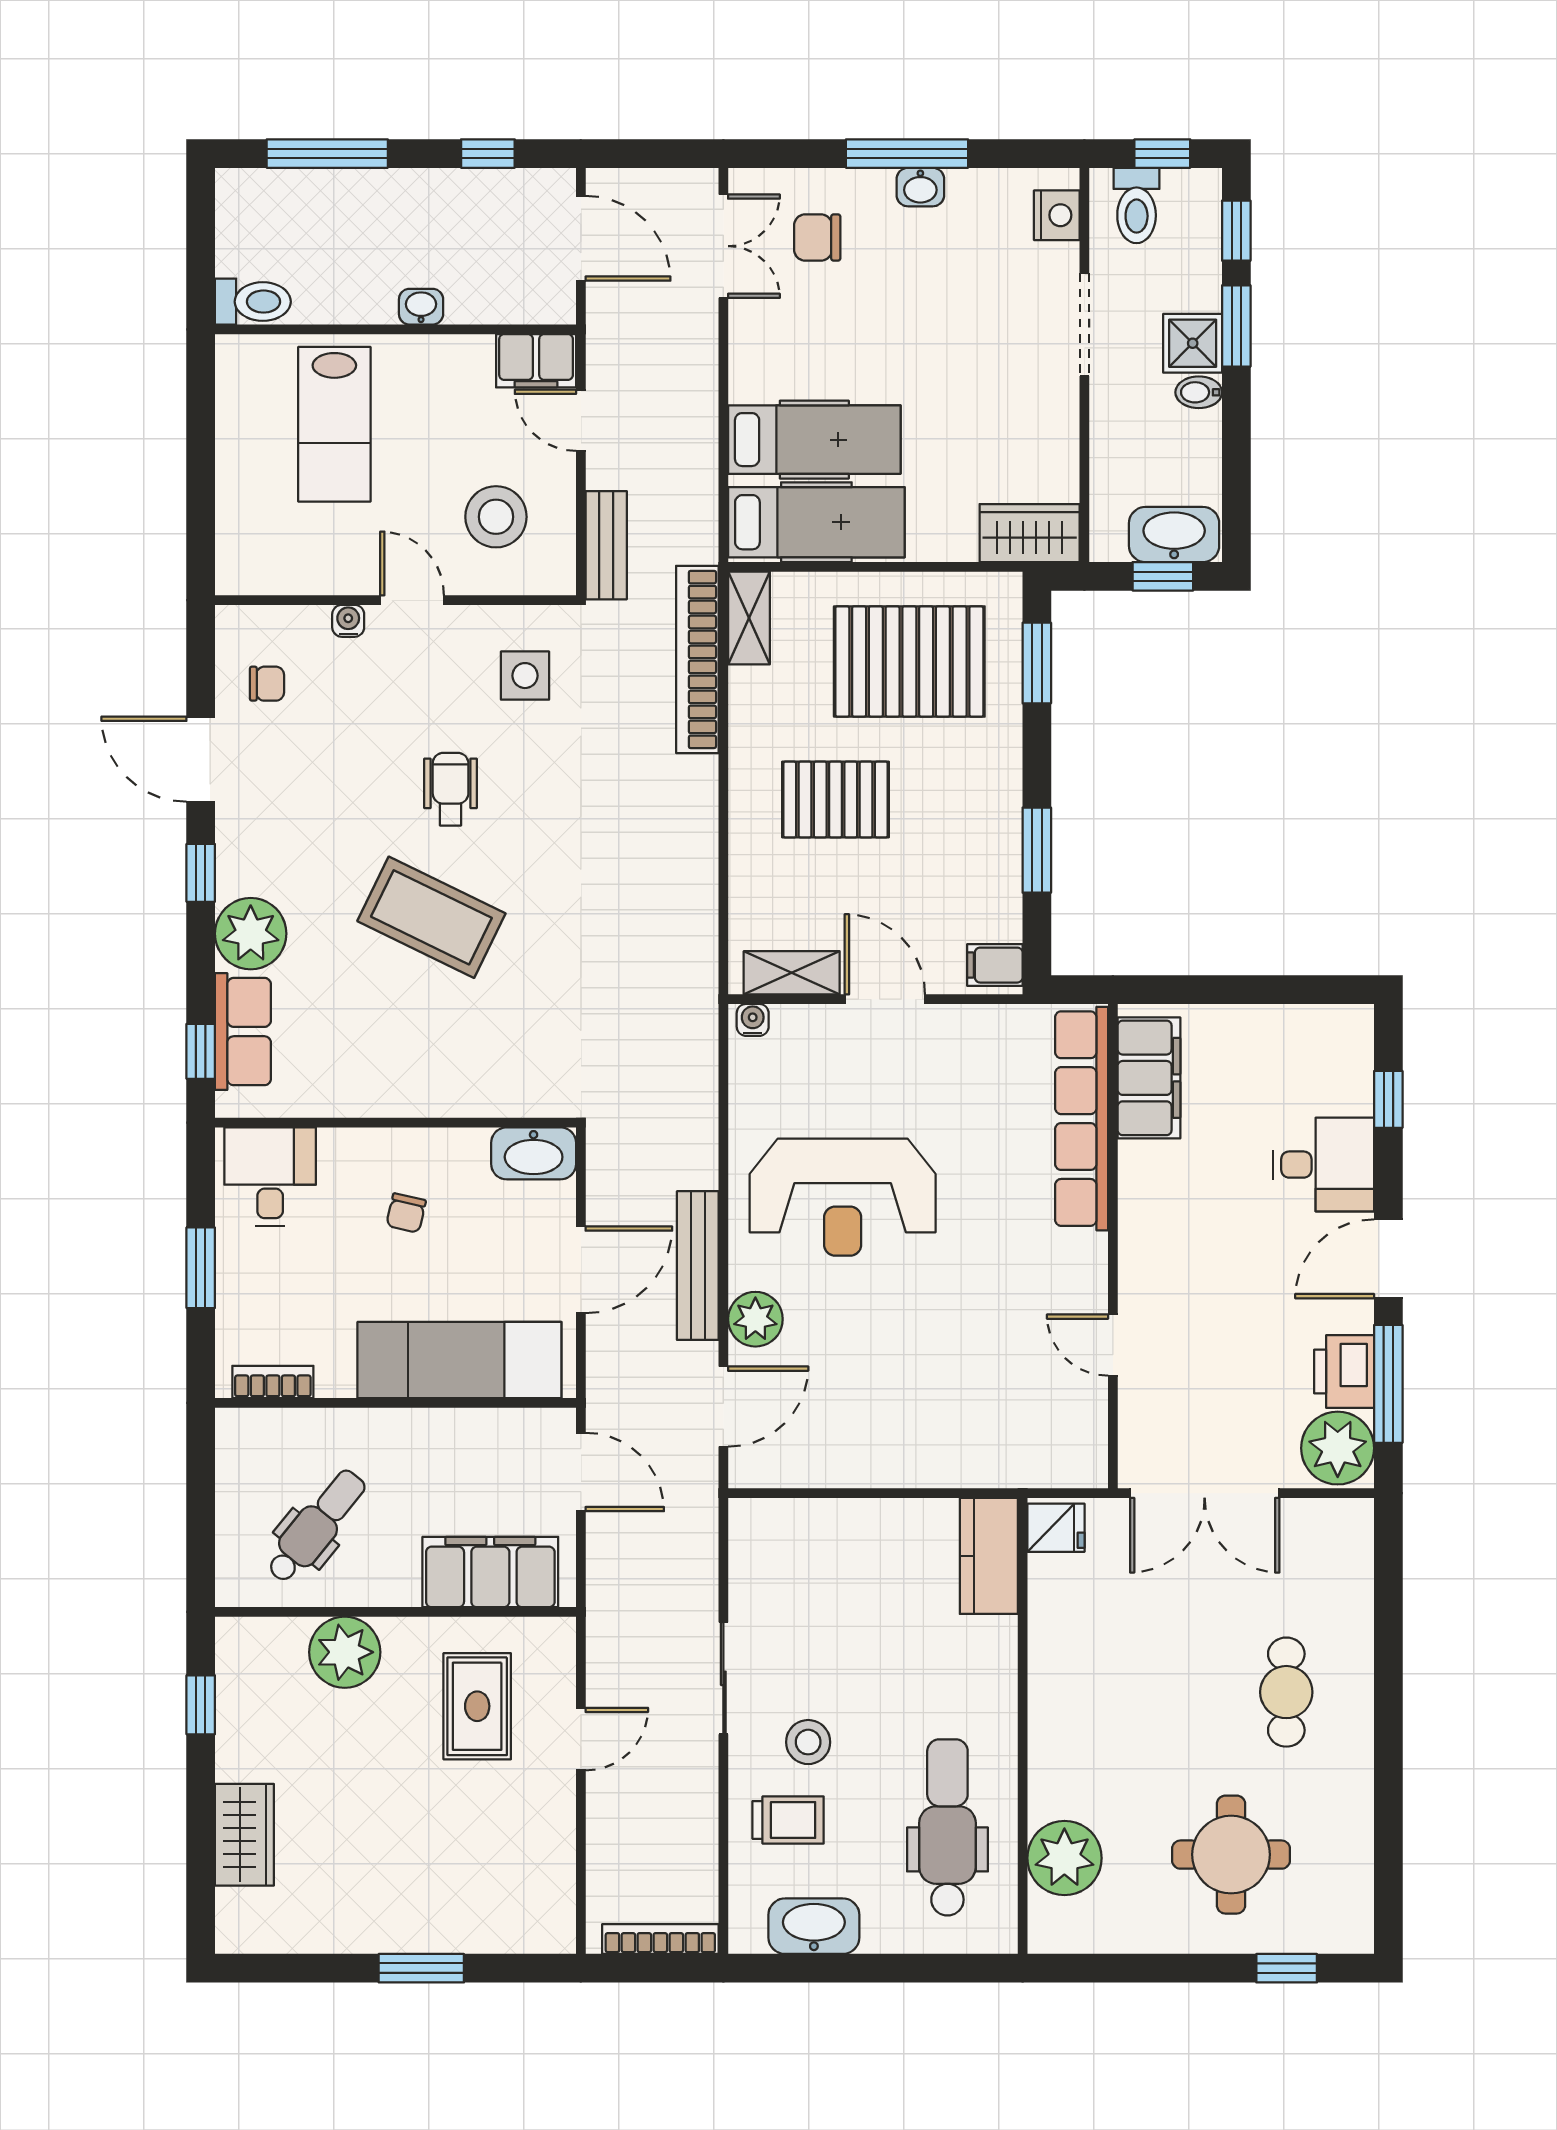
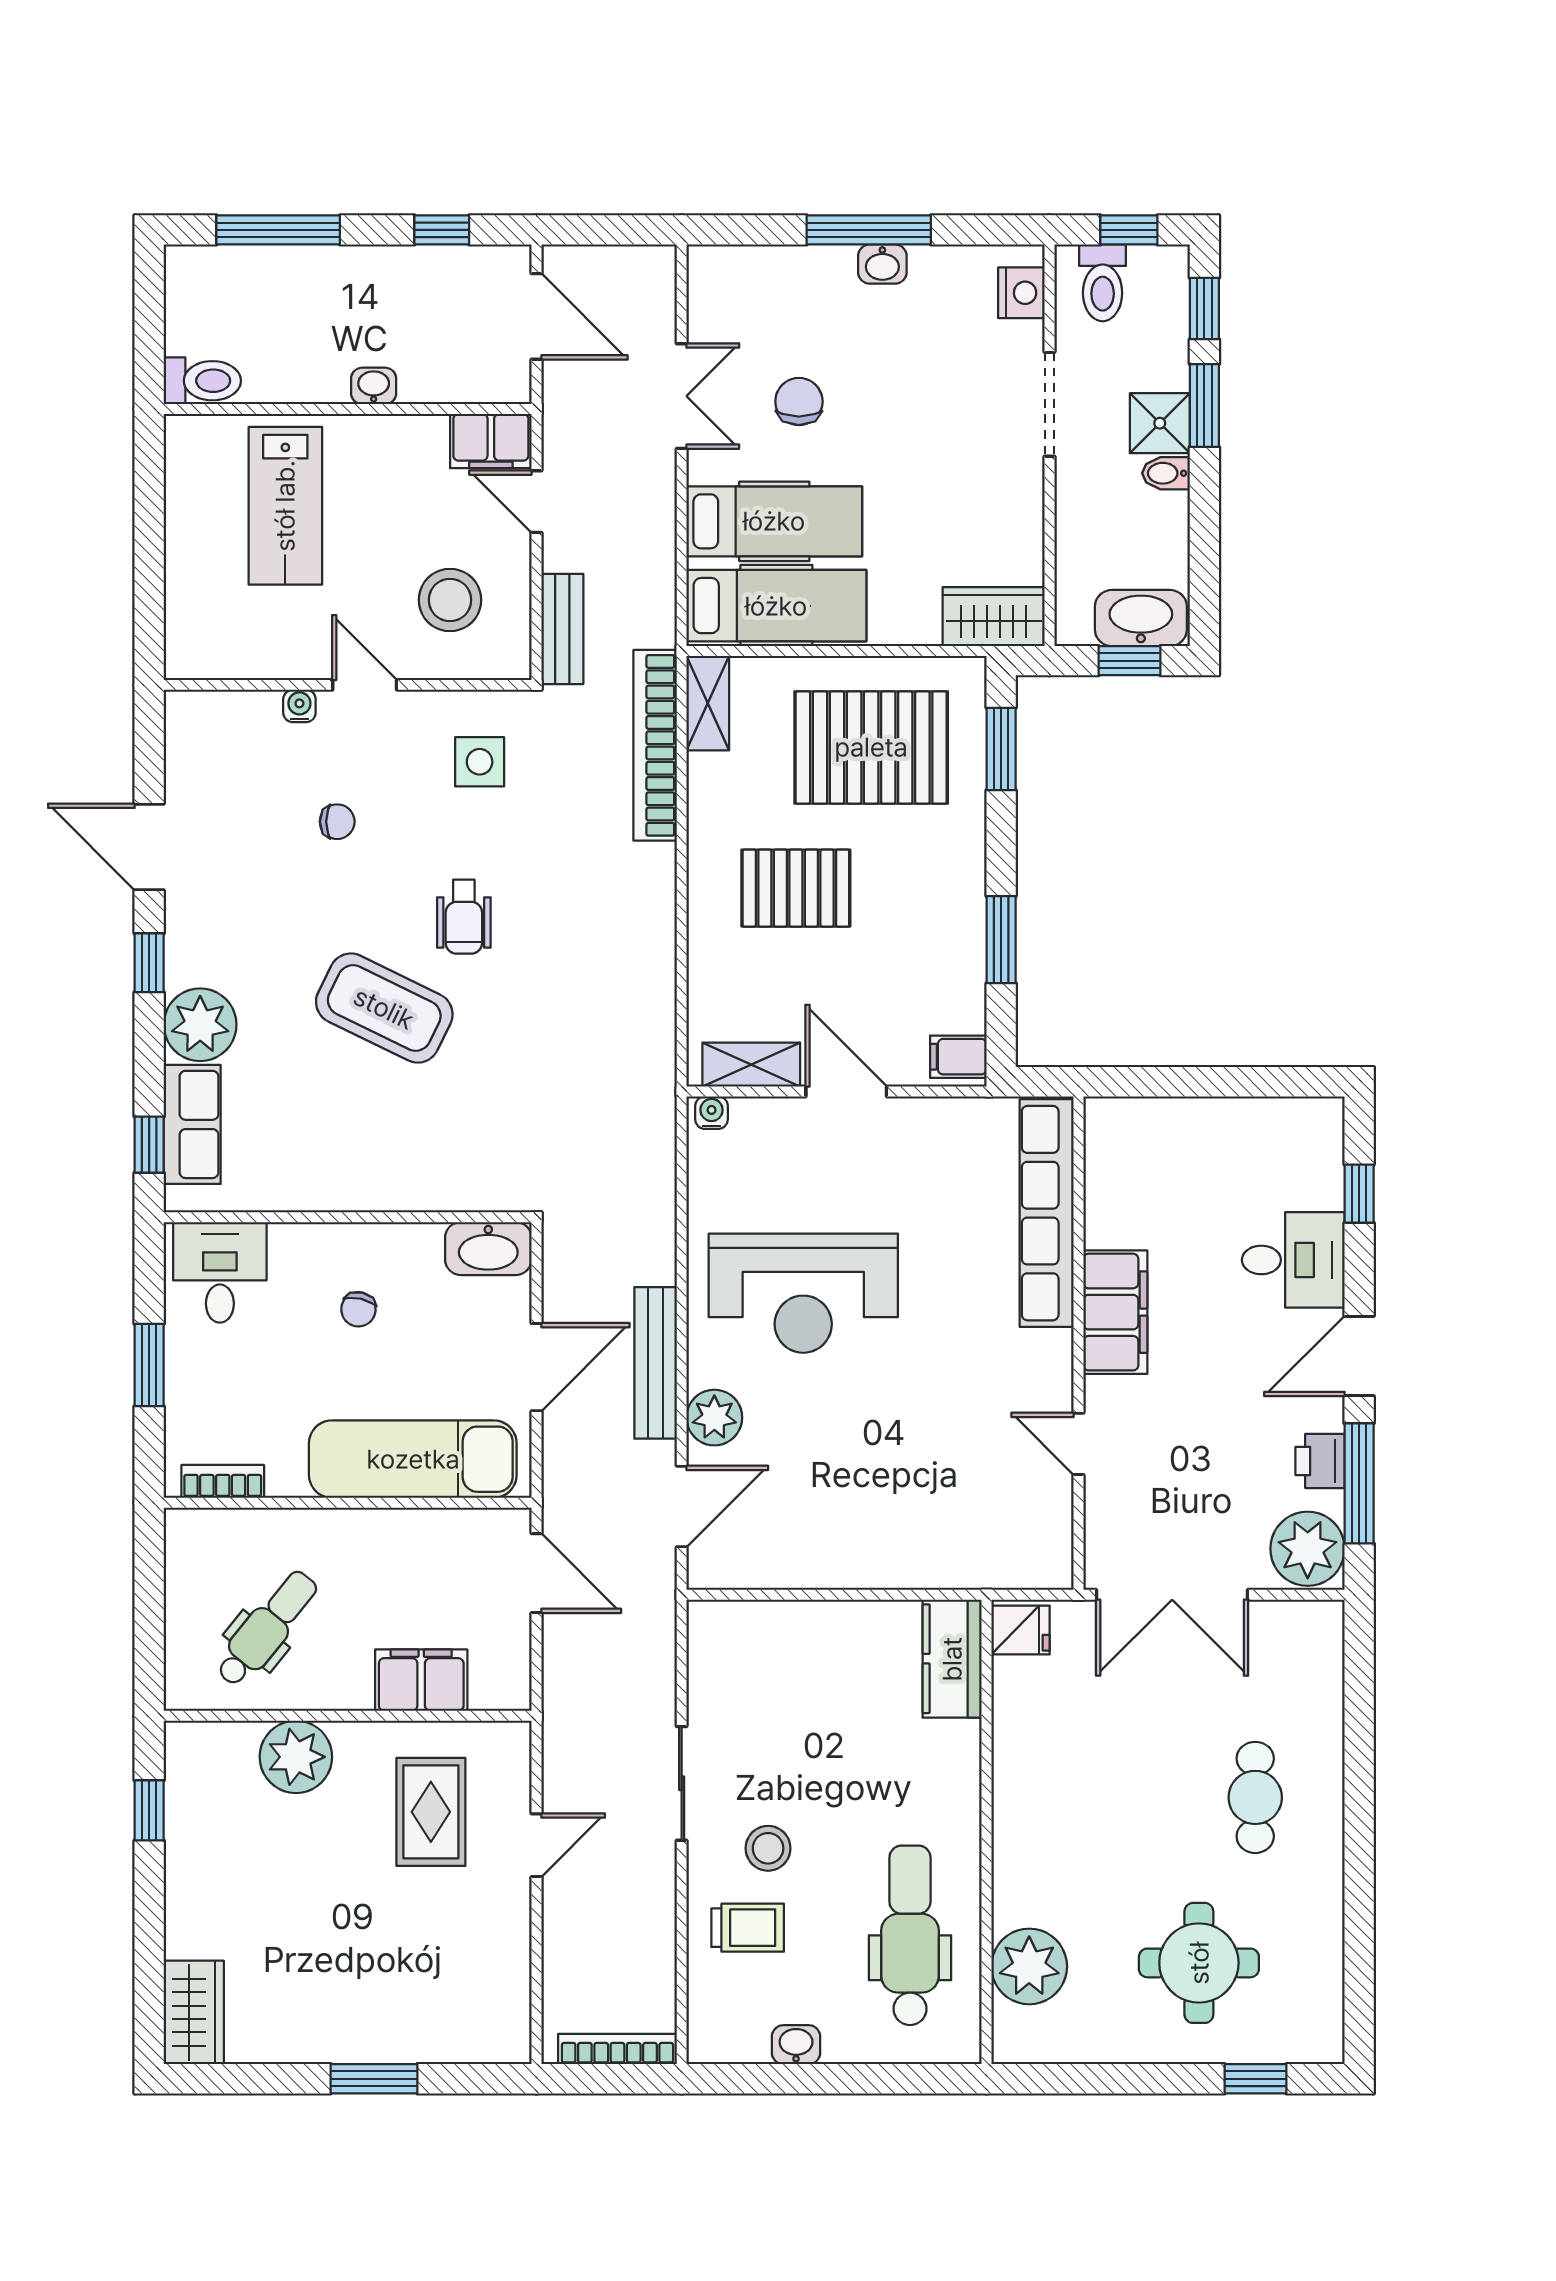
chair: (817, 238) -> (799, 402), moved, turned 90
double door: (723, 246) -> (682, 396), moved
chair: (267, 684) -> (337, 822), moved
wheelchair: (451, 789) -> (464, 917), moved, turned 180
filing cabinet: (1149, 1078) -> (1115, 1312), moved
printer: (1344, 1371) -> (1320, 1461), width x0.73, depth x0.81
filing cabinet: (490, 1572) -> (421, 1680), width x0.67, depth x0.86
wardrobe: (244, 1835) -> (194, 2012), moved
washbasin: (814, 1926) -> (796, 2045), width x0.52, depth x0.69

